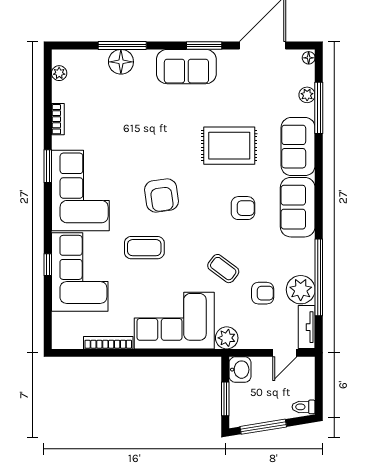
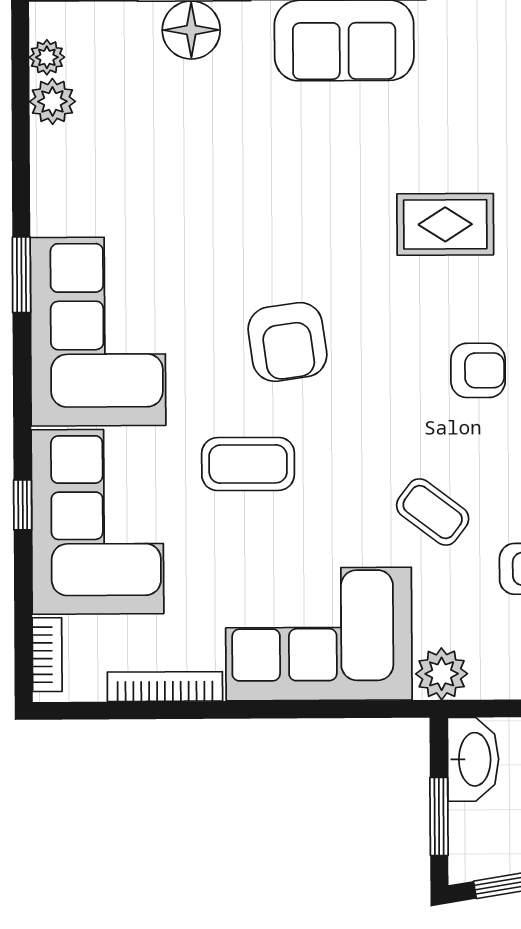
plant: (61, 92) -> (52, 101), added
bookcase: (58, 119) -> (47, 655), moved
rug: (229, 146) -> (445, 224), width x0.73, depth x0.70
washbasin: (240, 370) -> (473, 759), width x1.38

